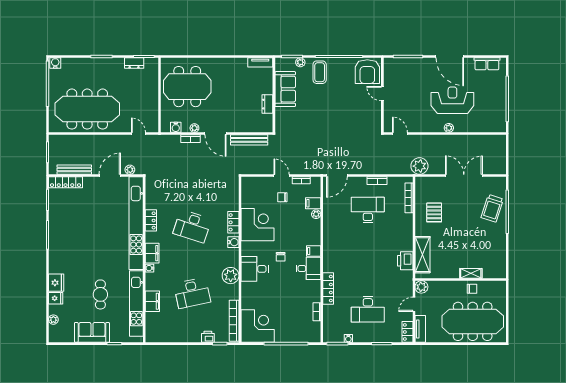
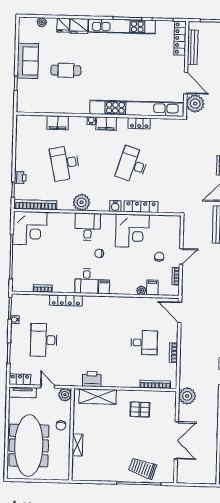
plant: (130, 170) -> (195, 104), width x1.88, depth x1.88
desk: (368, 210) -> (144, 343), width x0.73
locker: (233, 222) -> (141, 207), width x1.53
chair: (472, 289) -> (61, 426), moved
kitchen unit: (136, 303) -> (122, 26), moved, turned 180

